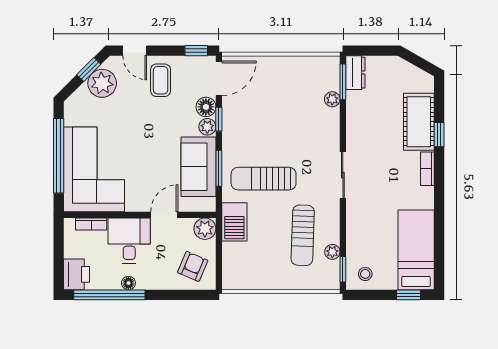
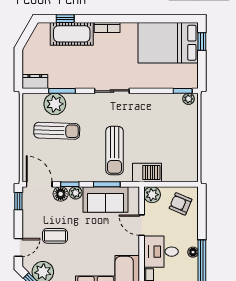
coffee table: (161, 80) -> (55, 236), moved
window: (343, 82) -> (62, 91), moved
plant: (332, 99) -> (55, 104), width x1.87, depth x1.87
window: (439, 135) -> (65, 19), moved
sun lounger: (303, 235) -> (57, 131), moved
bed: (416, 250) -> (168, 43), width x1.50
plant: (332, 252) -> (189, 99), moved
stool: (365, 274) -> (186, 74), removed

